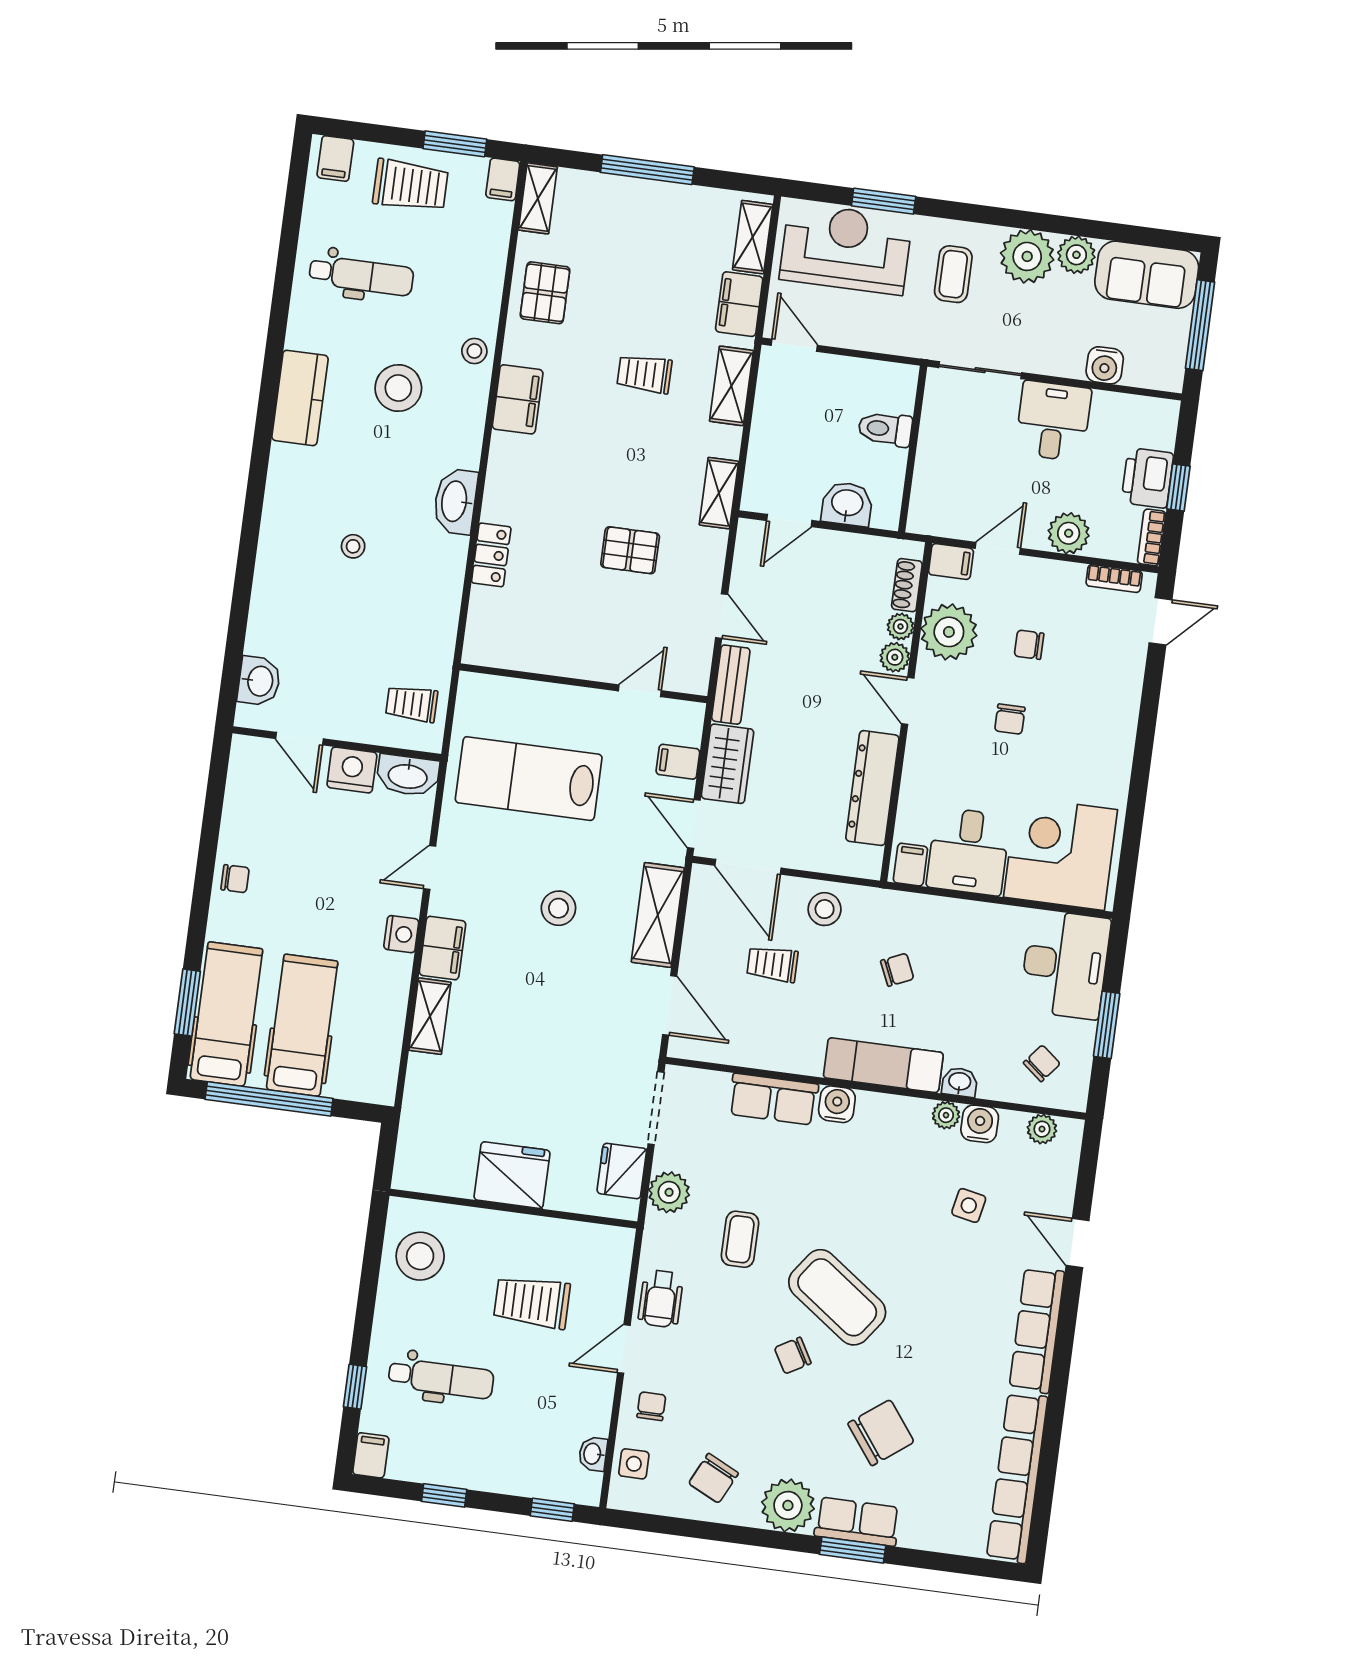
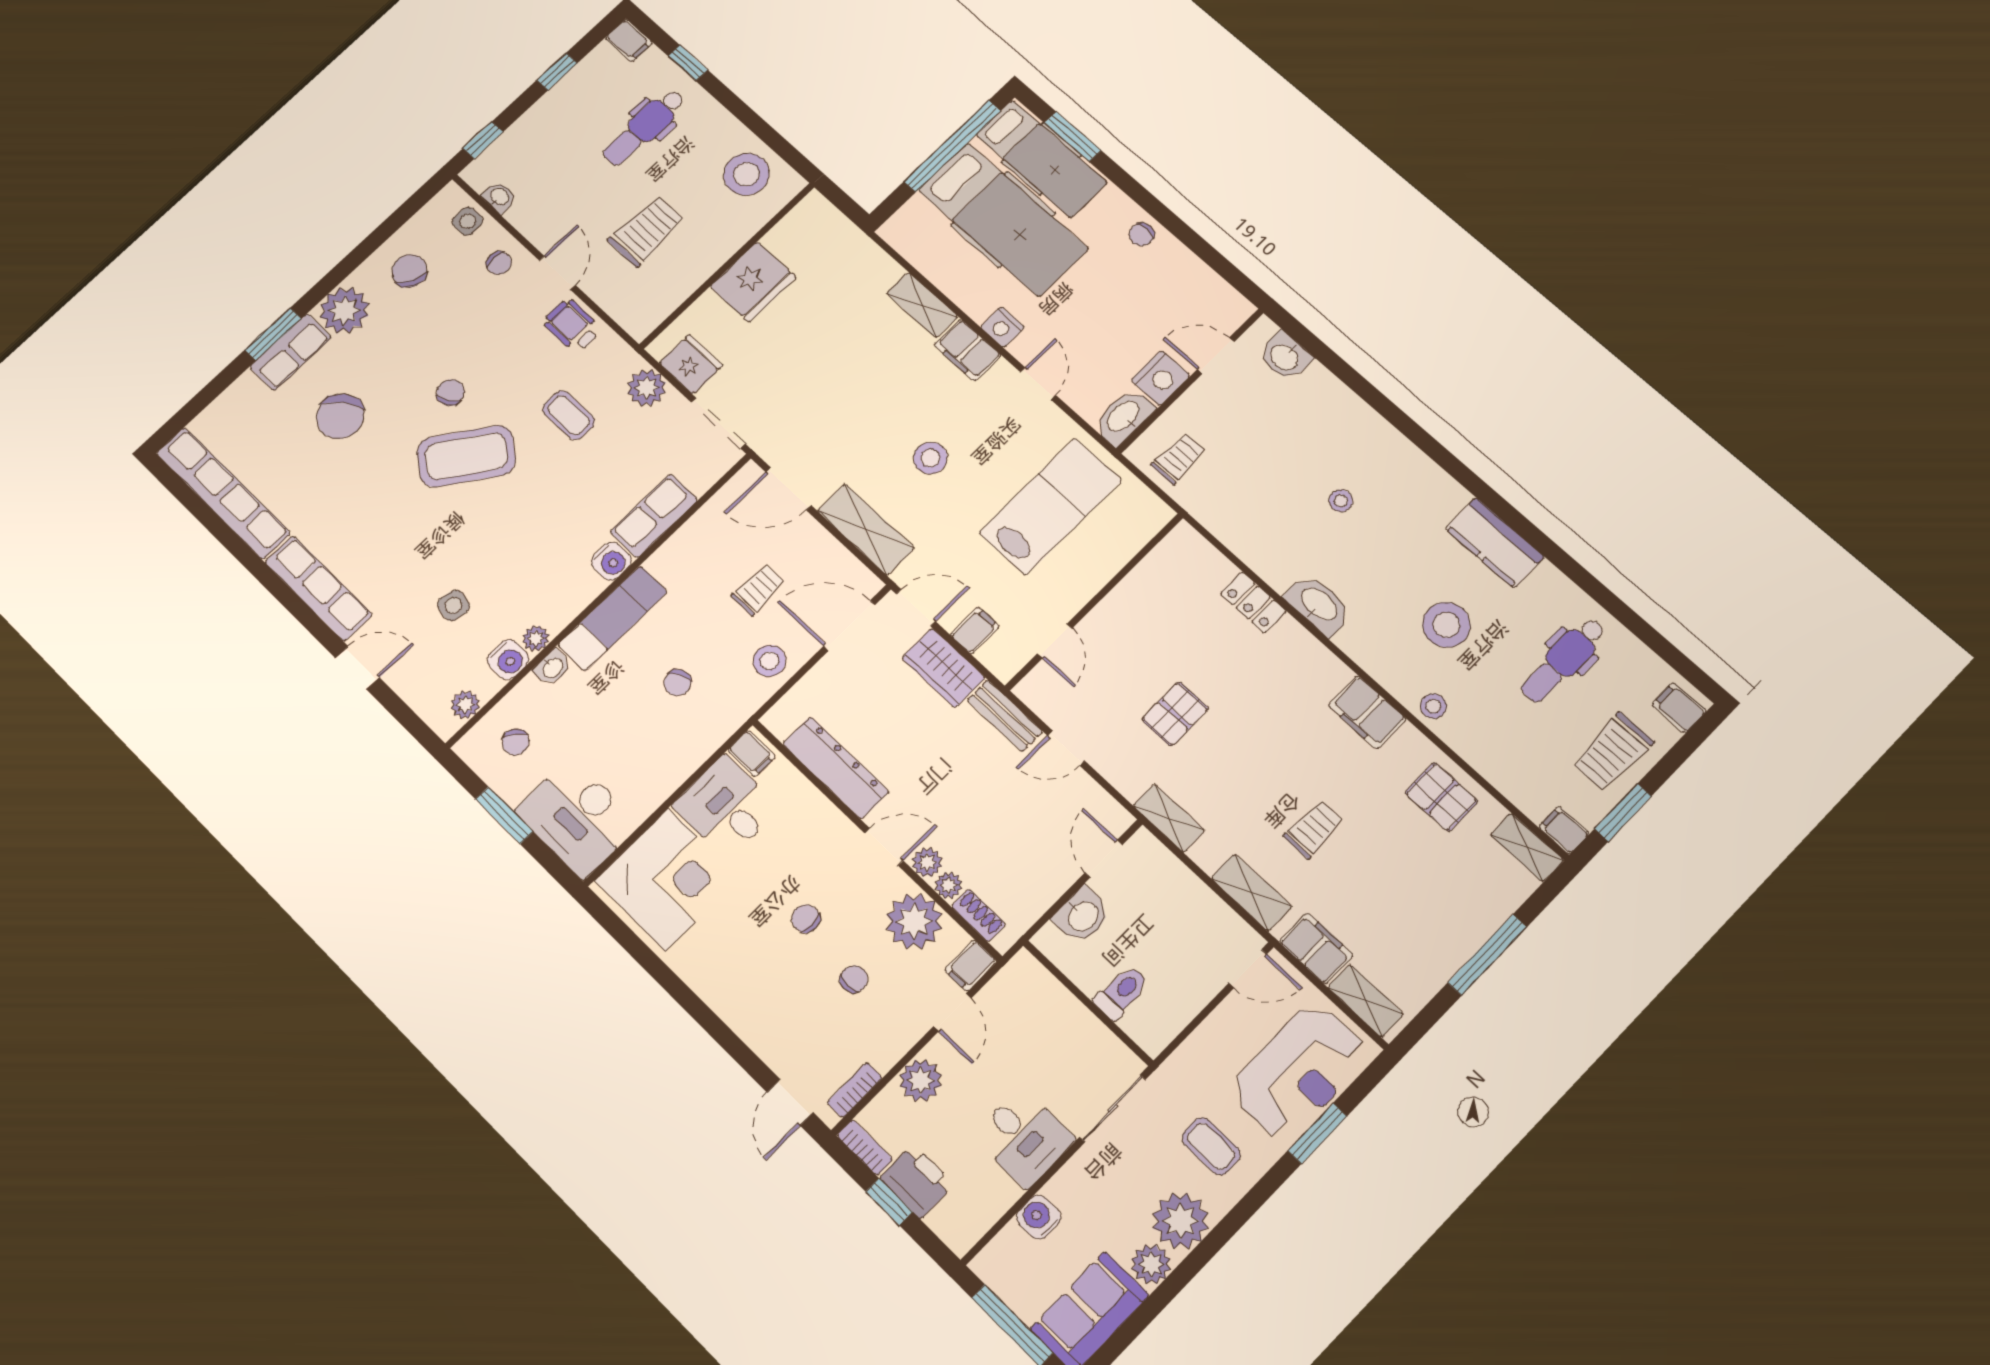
hospital bed: (302, 1025) -> (1003, 219), width x1.37, depth x1.29

